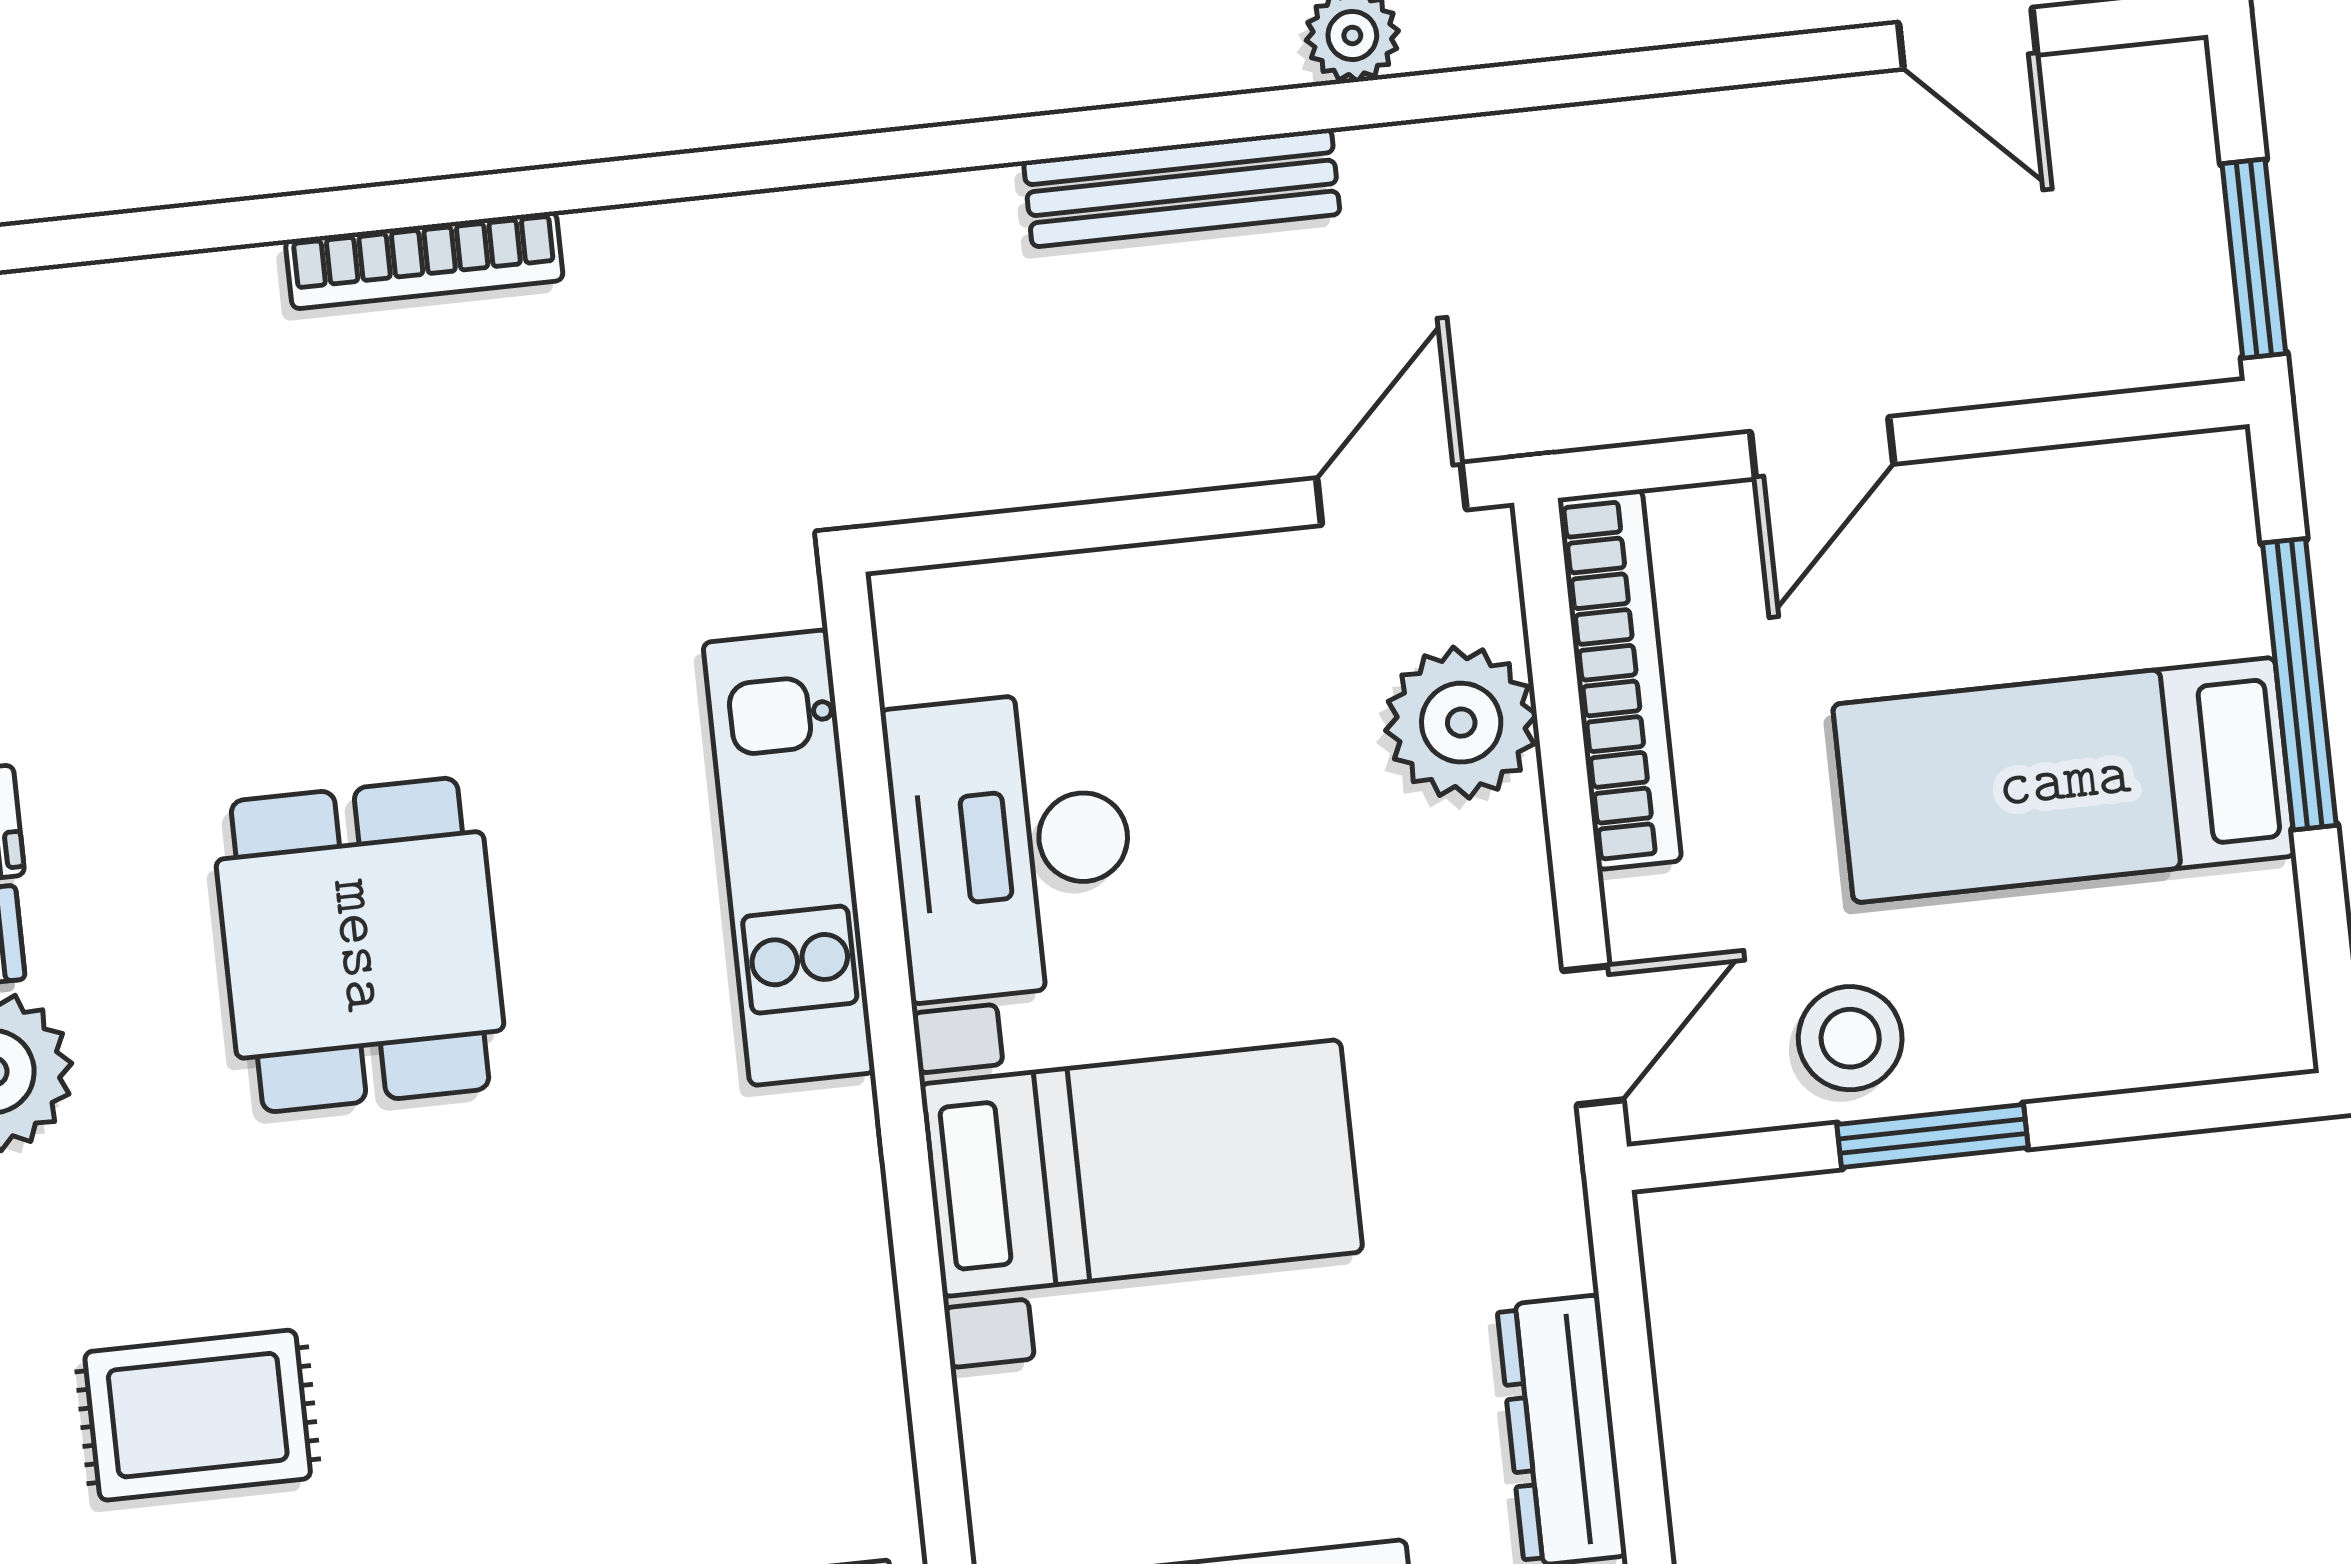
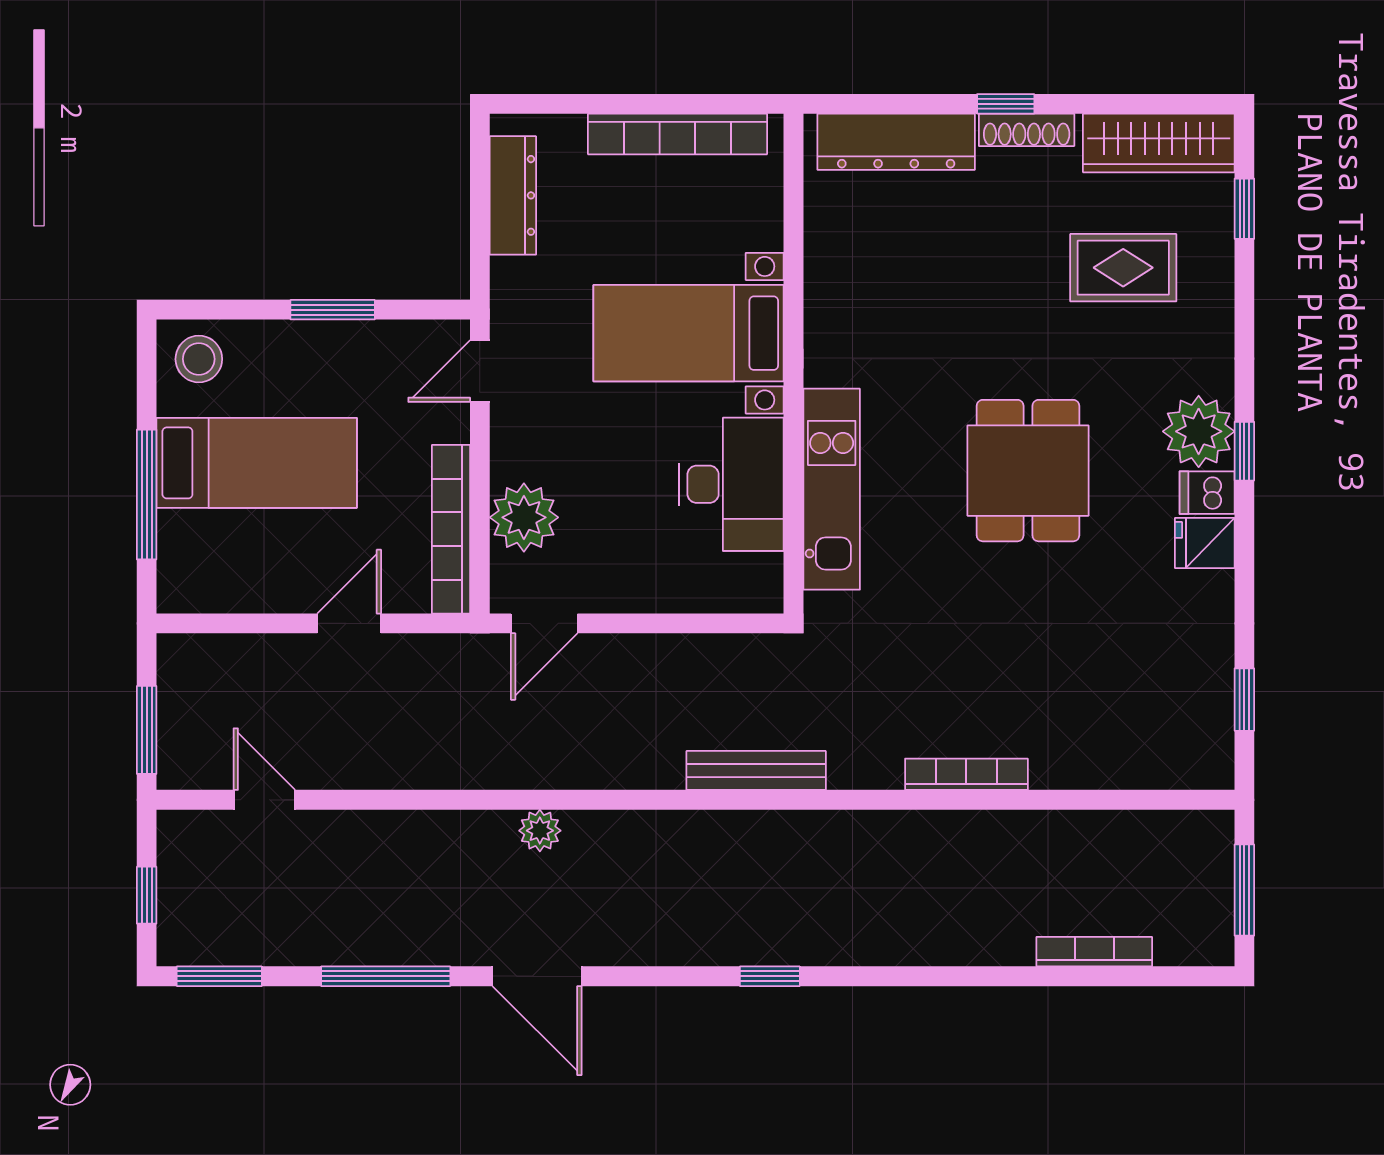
bench: (1182, 188) -> (756, 770), moved
window: (2254, 259) -> (147, 730), moved
stool: (1850, 1038) -> (199, 359), moved

